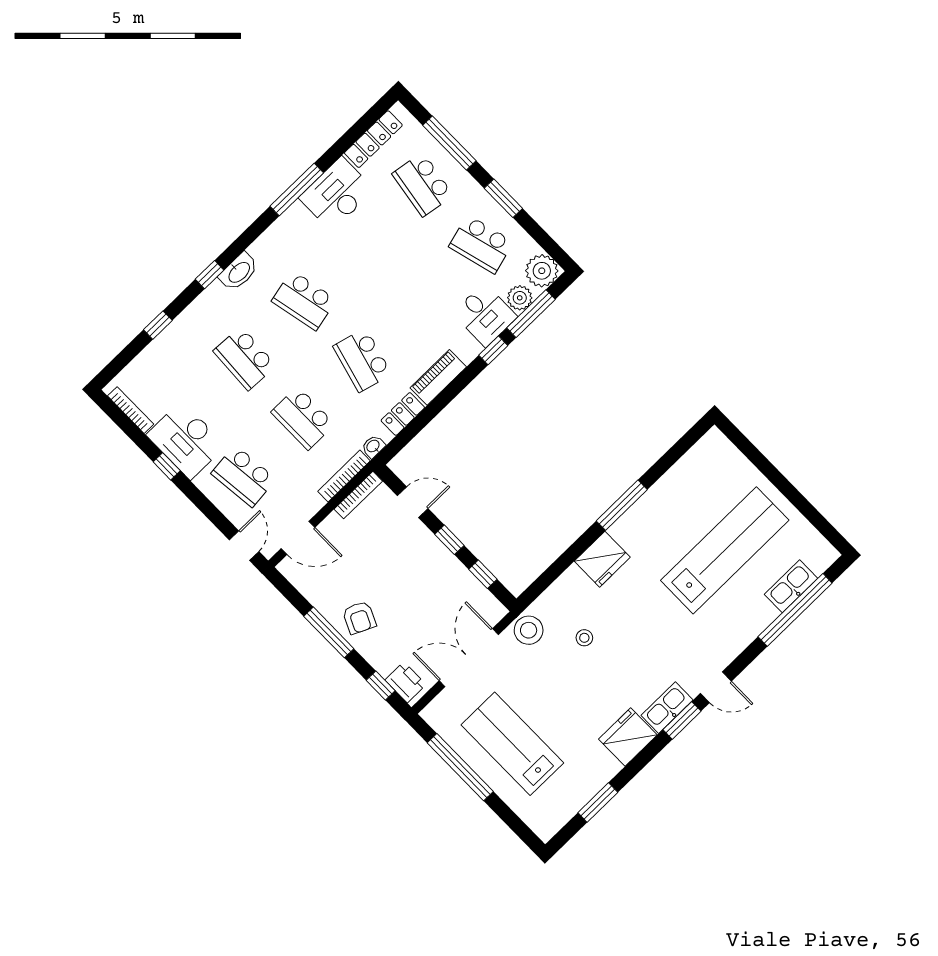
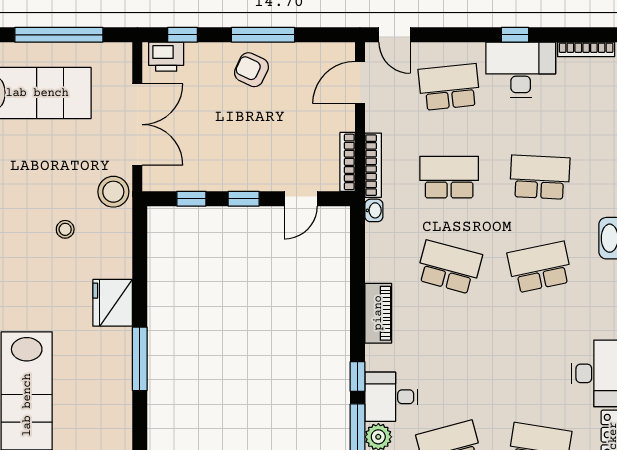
locker: (403, 414) -> (377, 258), removed

